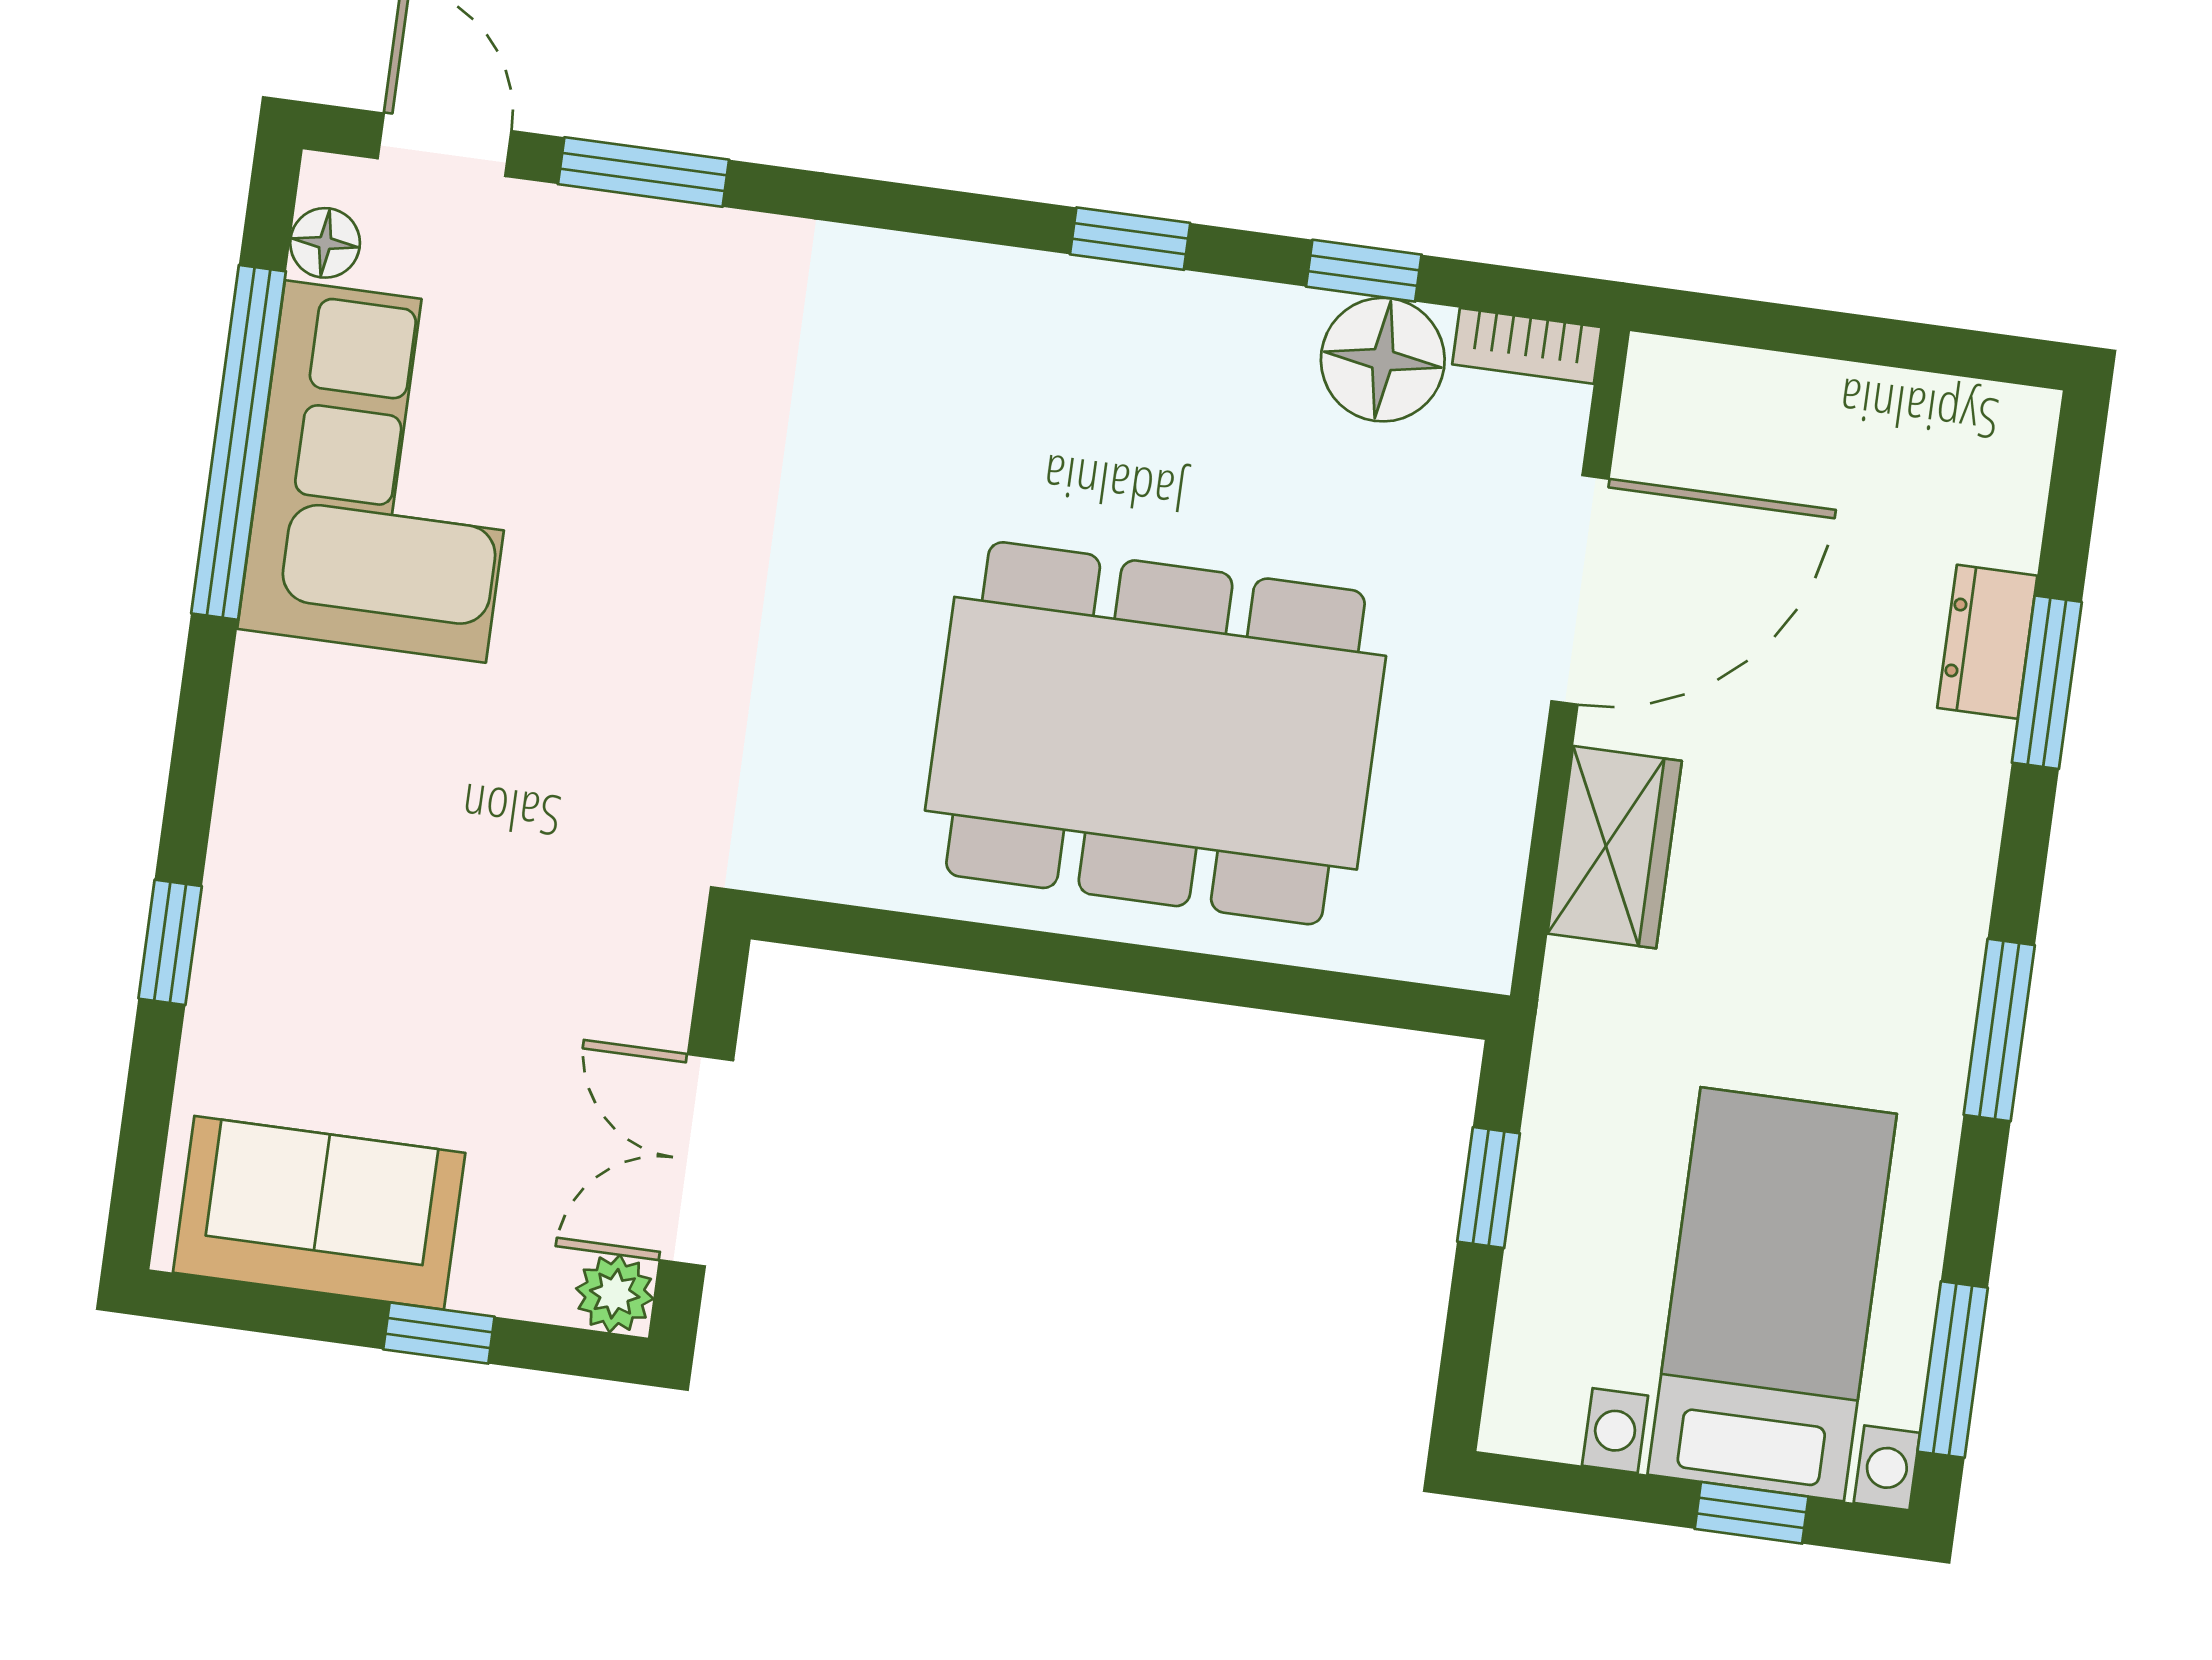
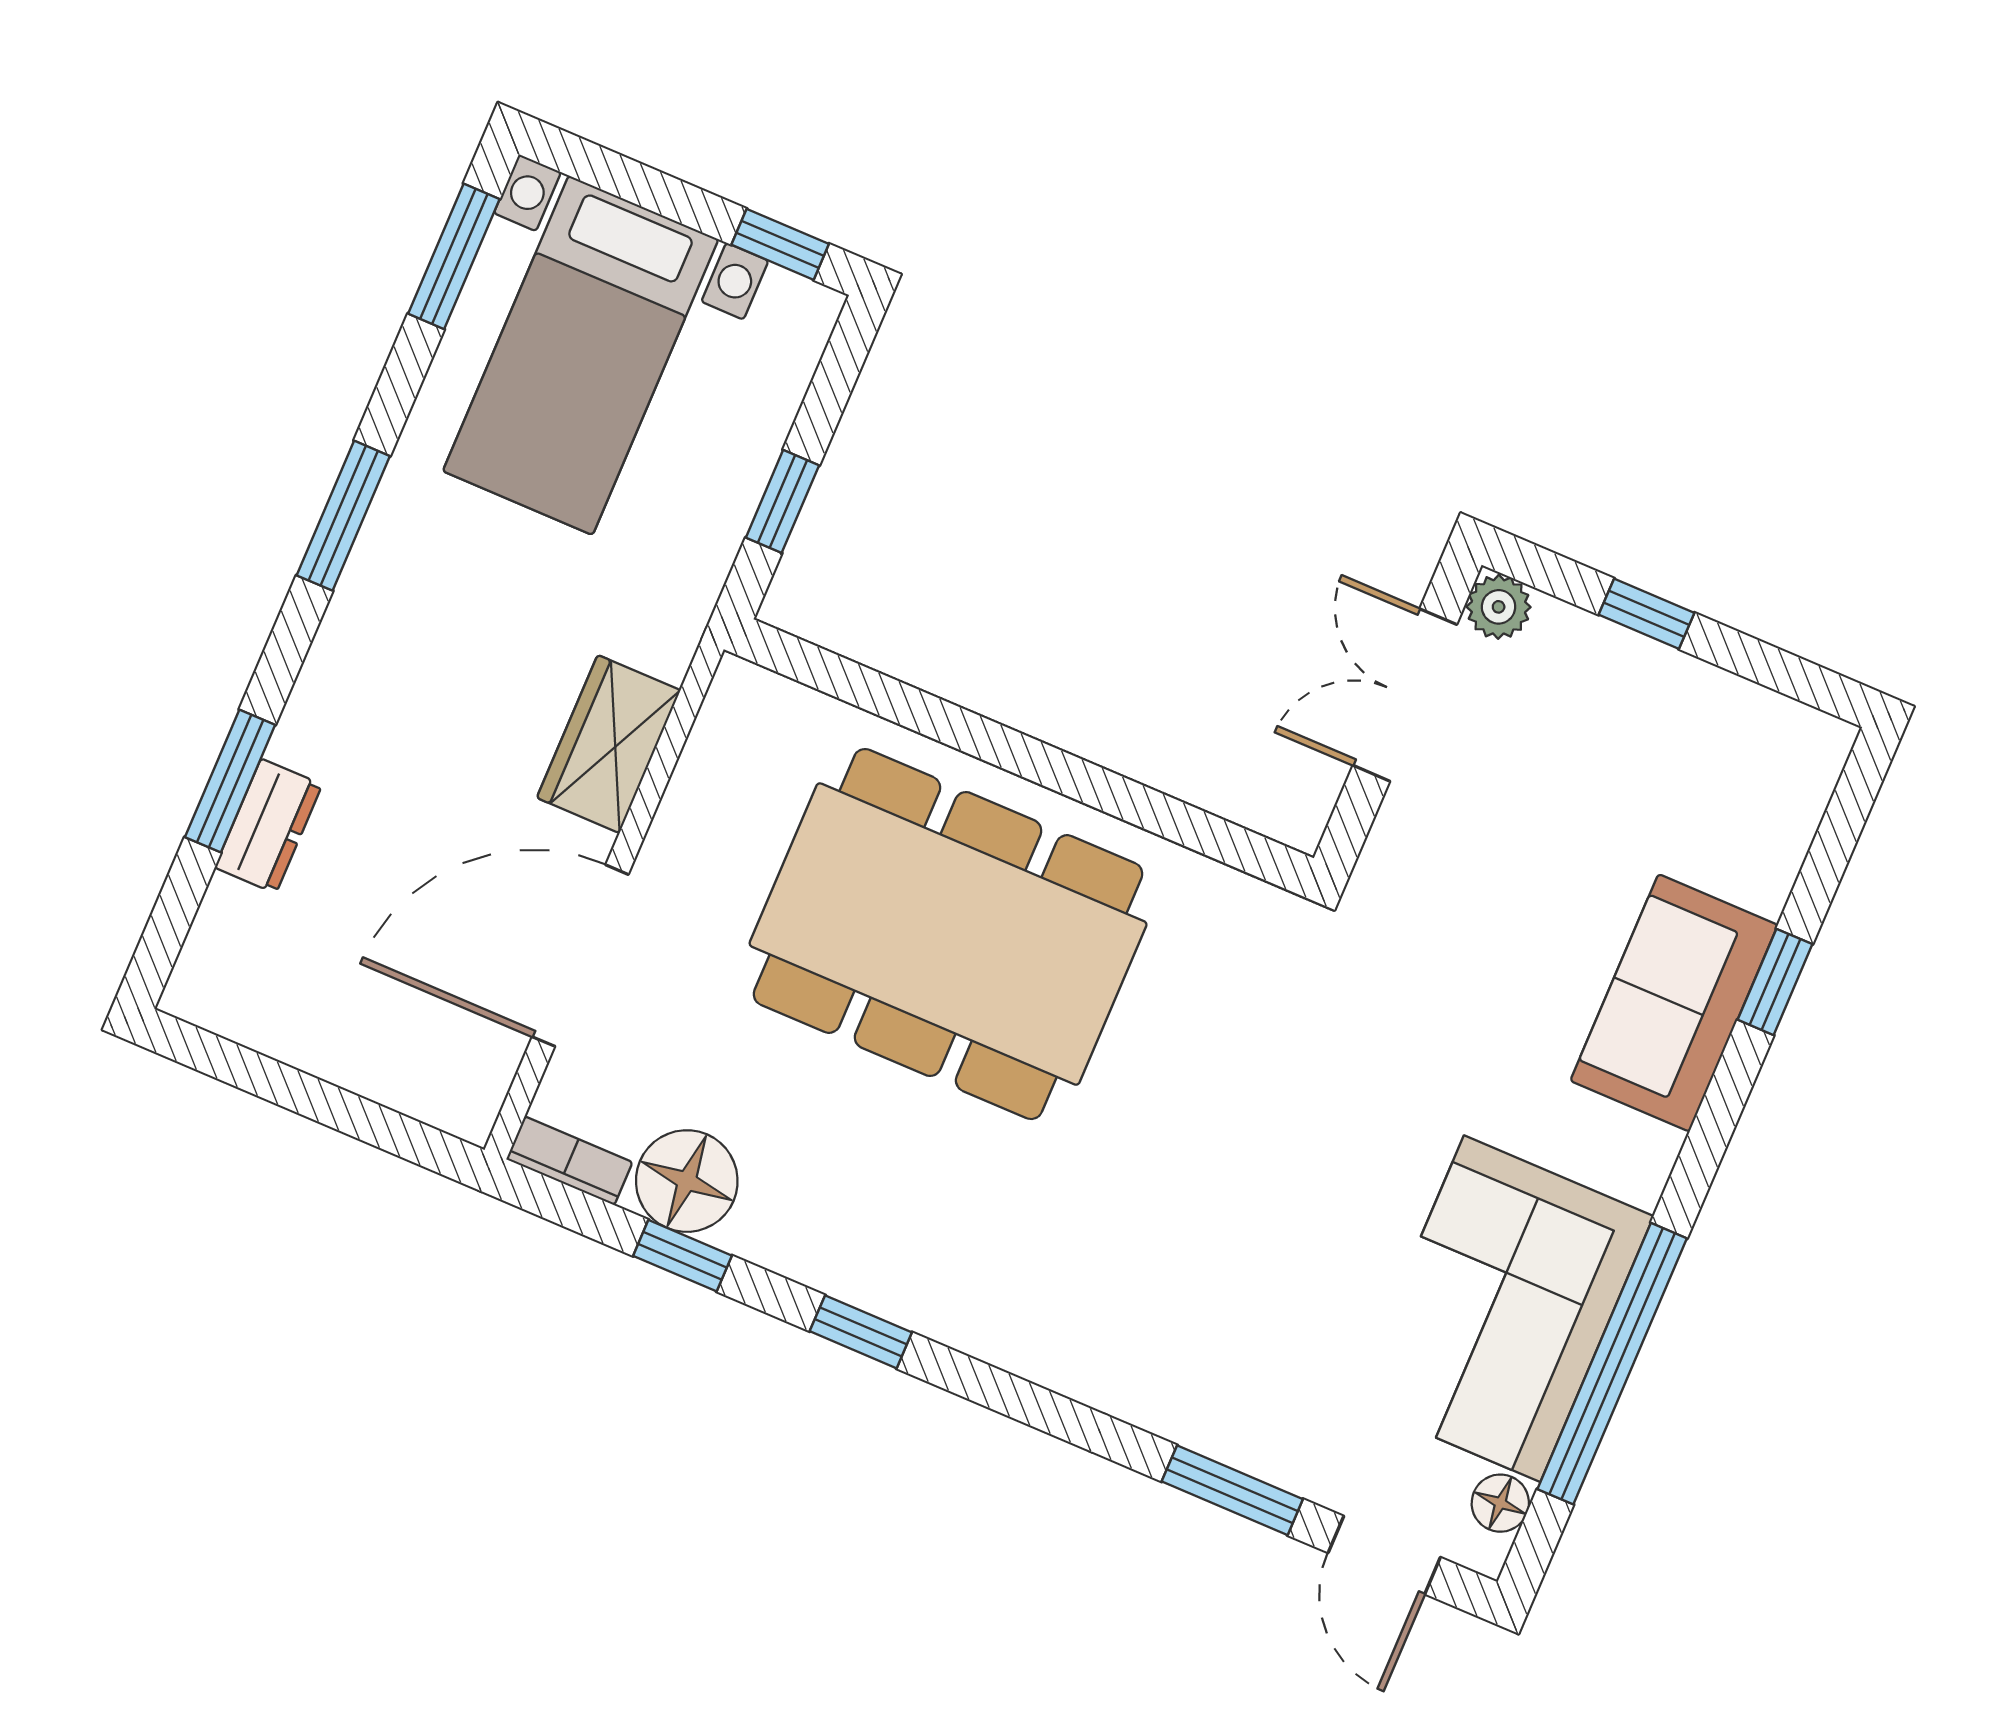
double door: (696, 1160) -> (1405, 695), swing flipped
sofa: (319, 1213) -> (1674, 1003), moved, turned 90
window: (1752, 1513) -> (780, 244), moved

